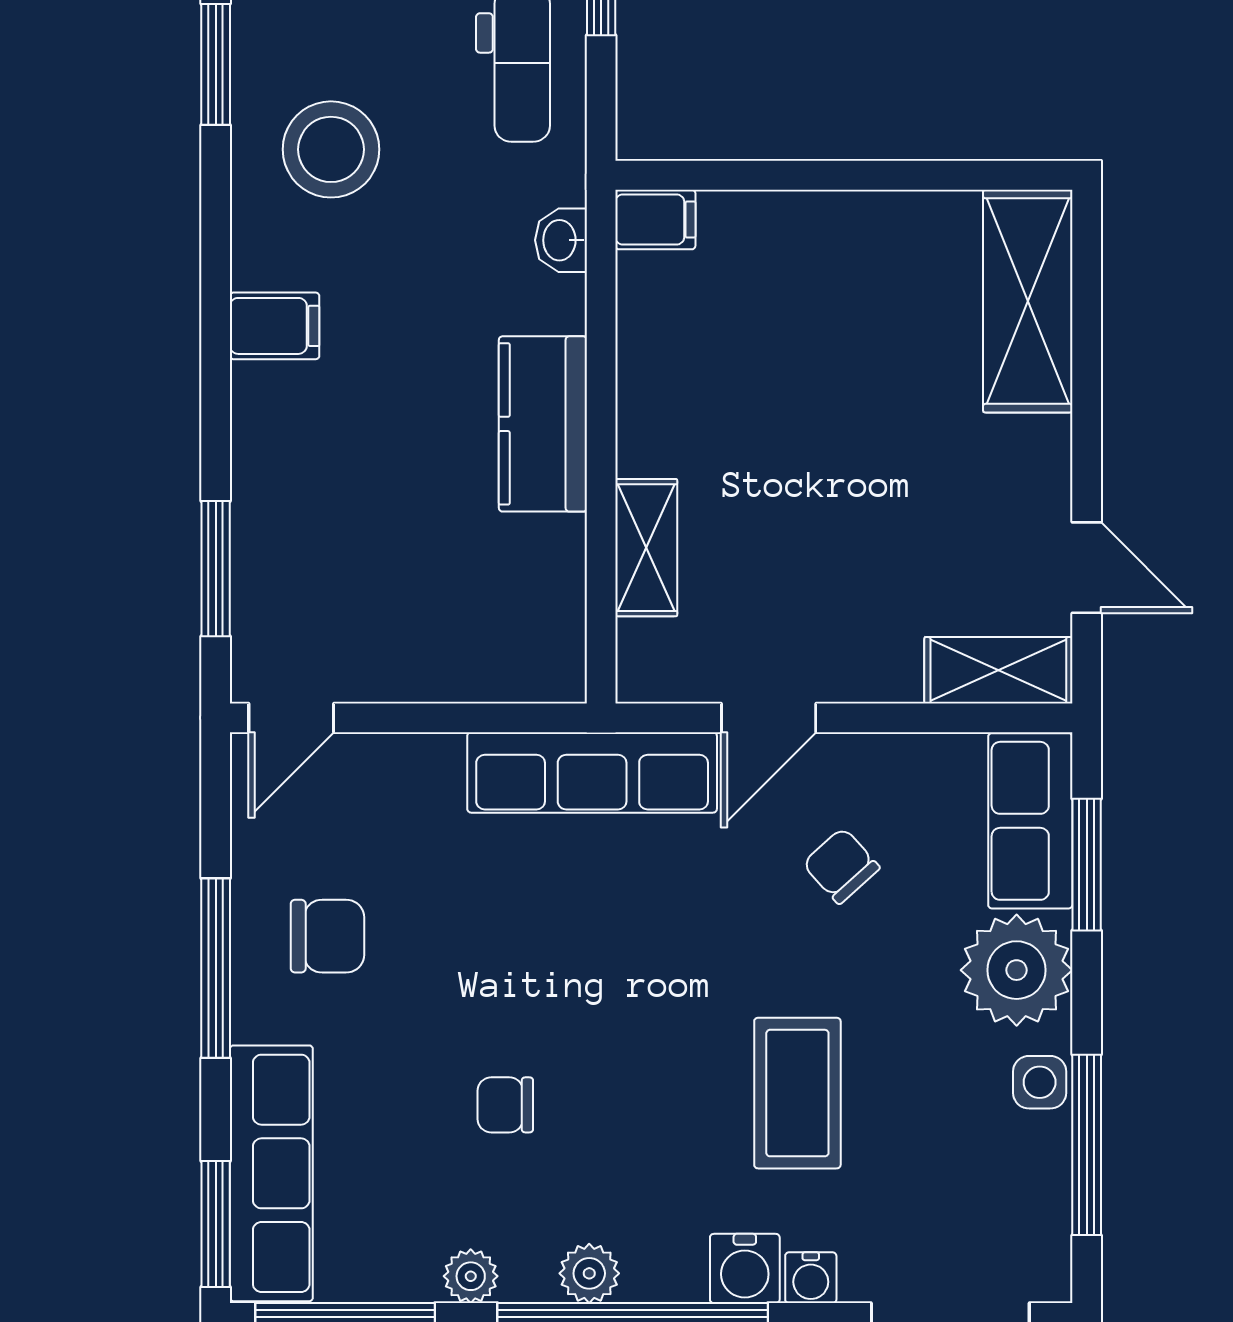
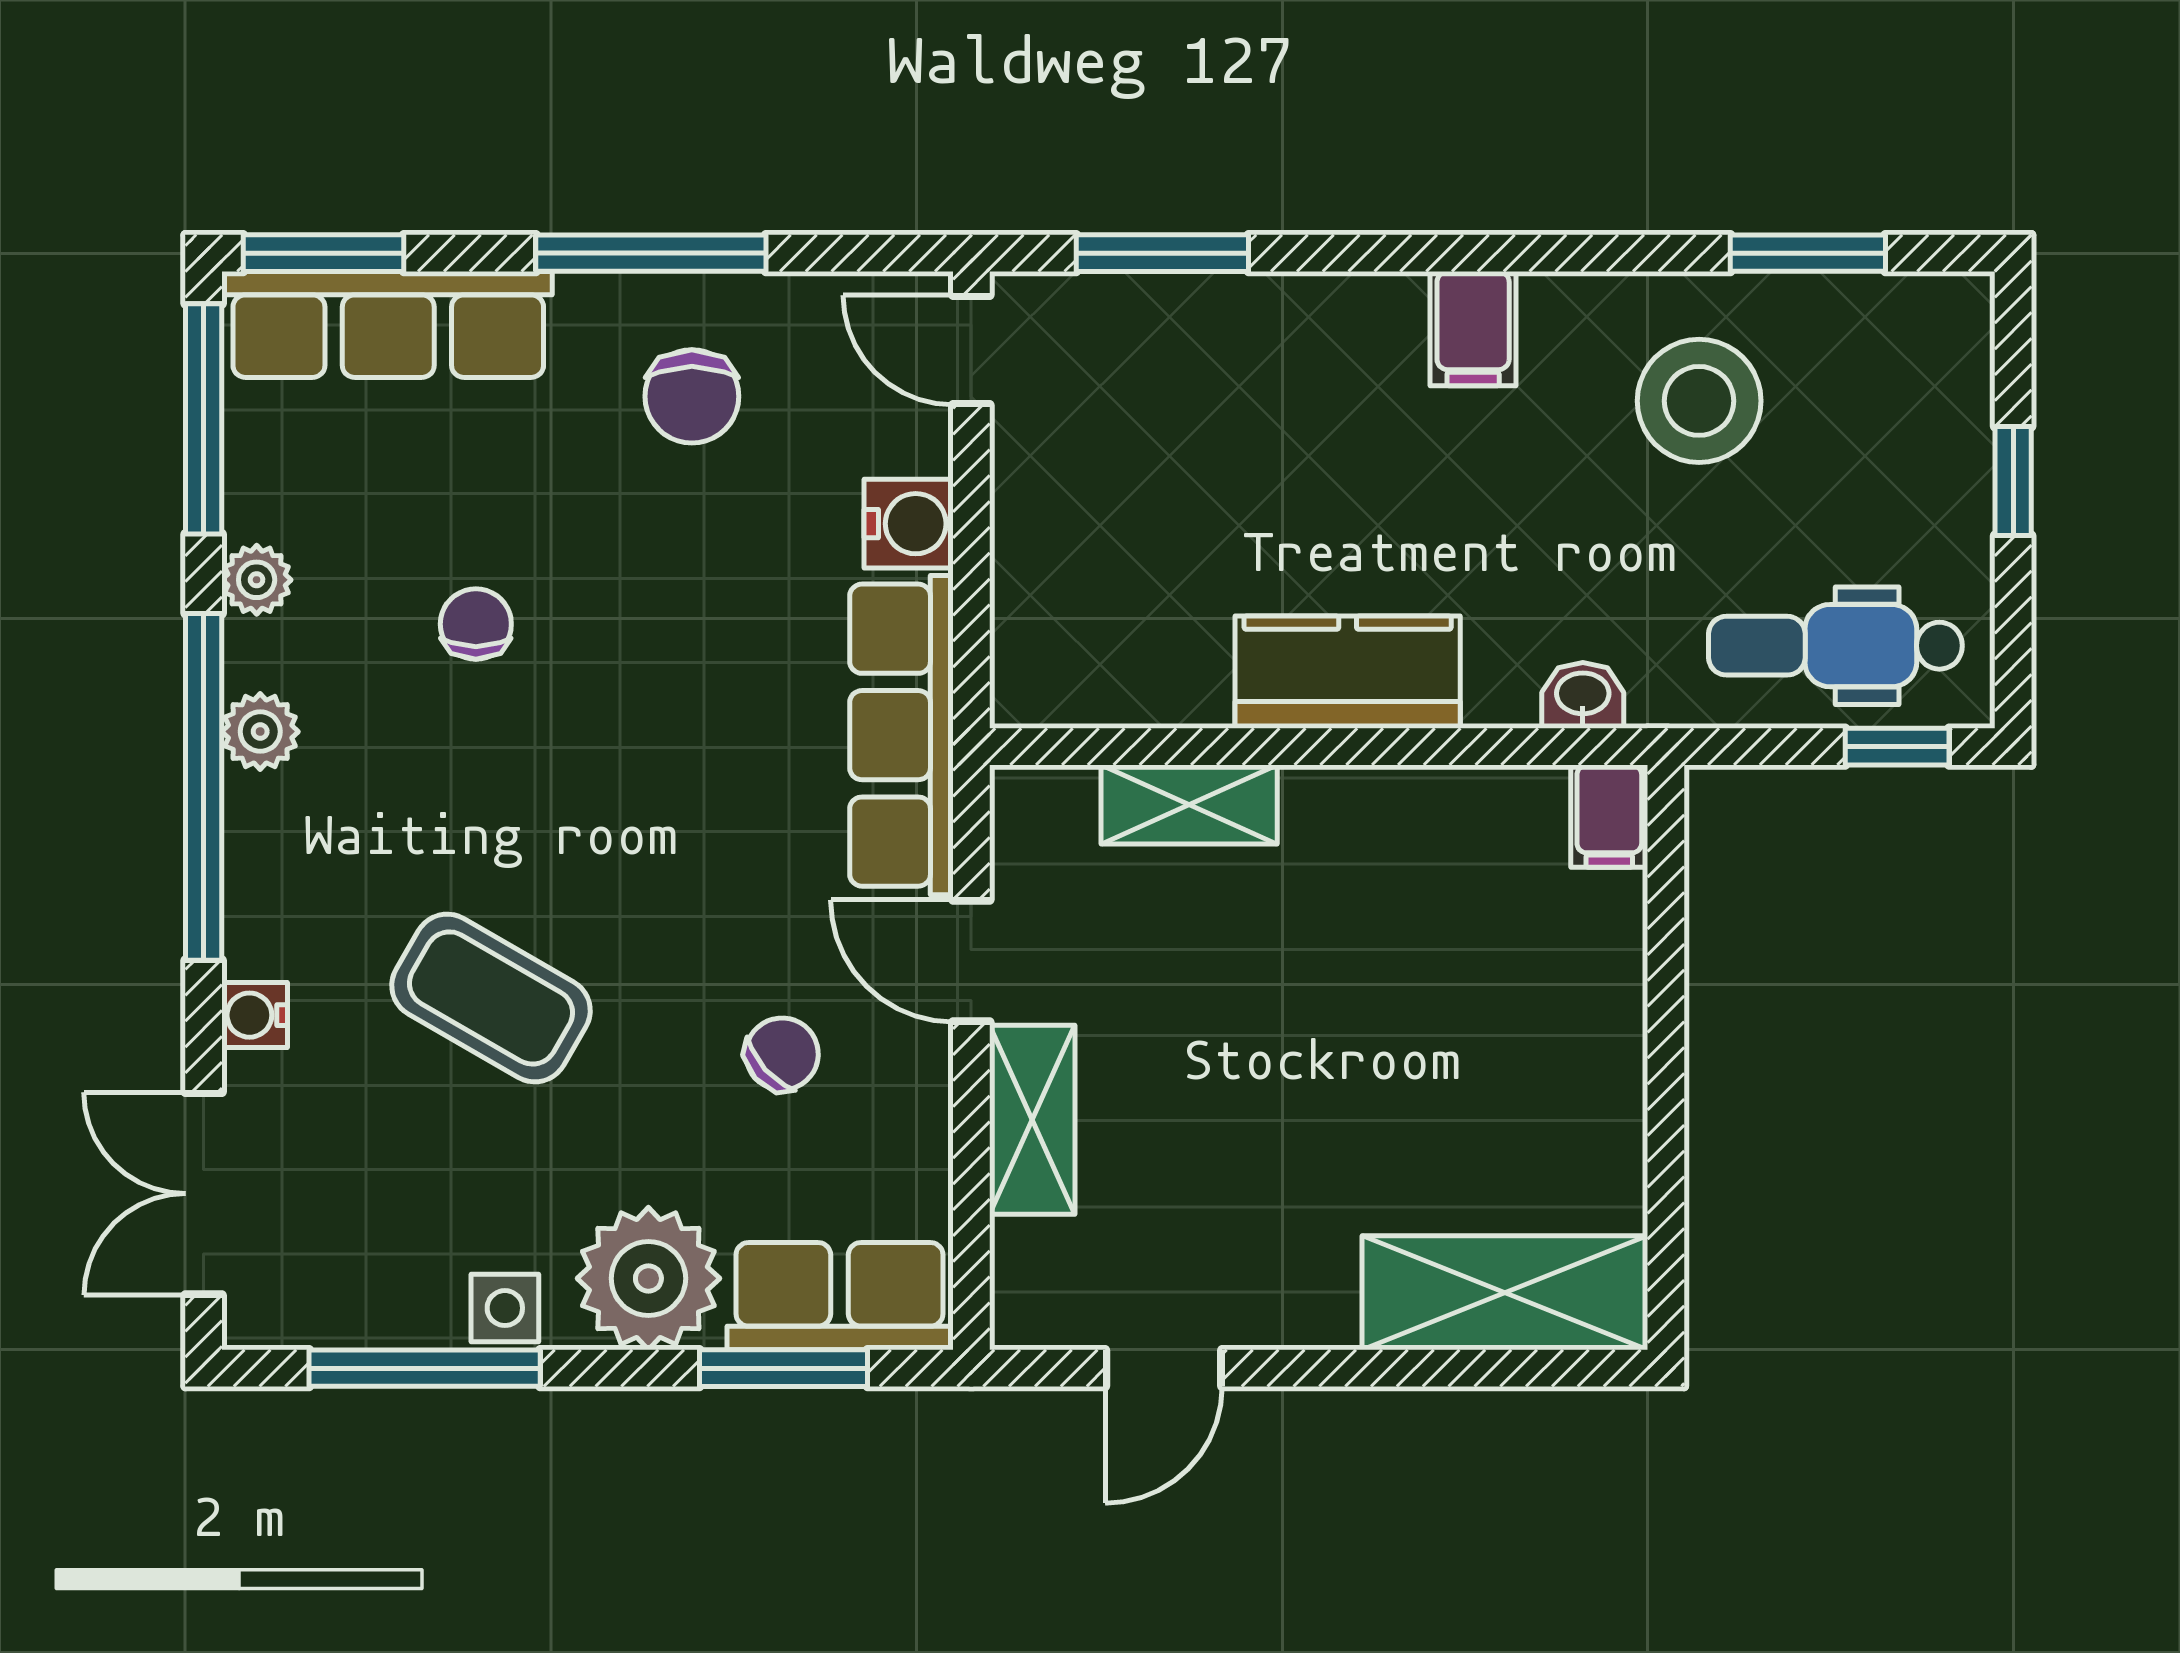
shelving: (998, 670) -> (1032, 1120), moved
coffee table: (797, 1093) -> (491, 998), turned 30
water cooler: (745, 1268) -> (909, 524), moved, turned 180

